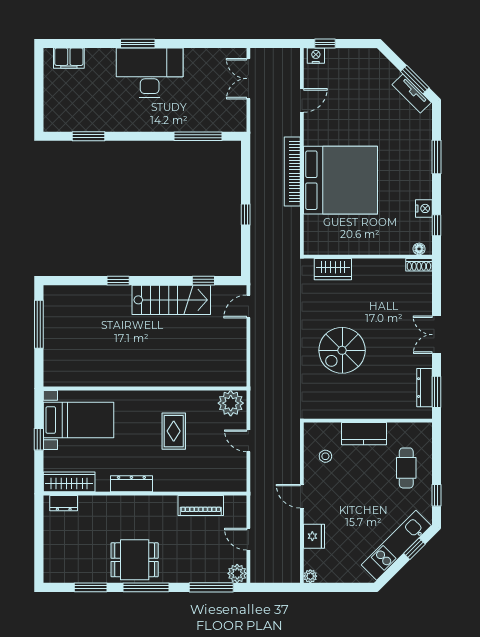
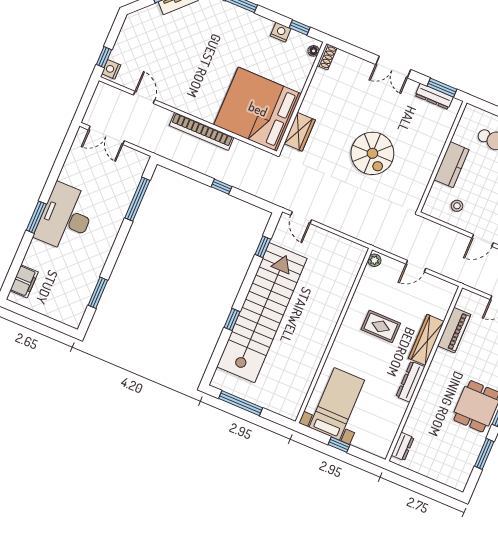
bed: (341, 180) -> (258, 109), moved, turned -90
stairs: (171, 300) -> (262, 313), width x1.86, depth x1.51
plant: (231, 403) -> (374, 260), width x0.53, depth x0.53
wardrobe: (69, 482) -> (426, 340), moved

